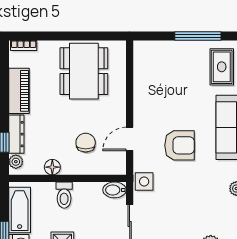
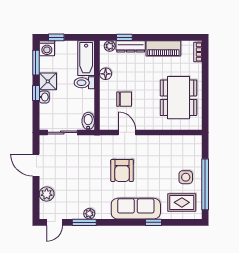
window: (198, 36) -> (205, 184), width x1.46
dining table: (84, 71) -> (178, 98), turned 90
side table: (144, 181) -> (186, 177), moved
bathtub: (20, 210) -> (86, 58), moved, turned 90

